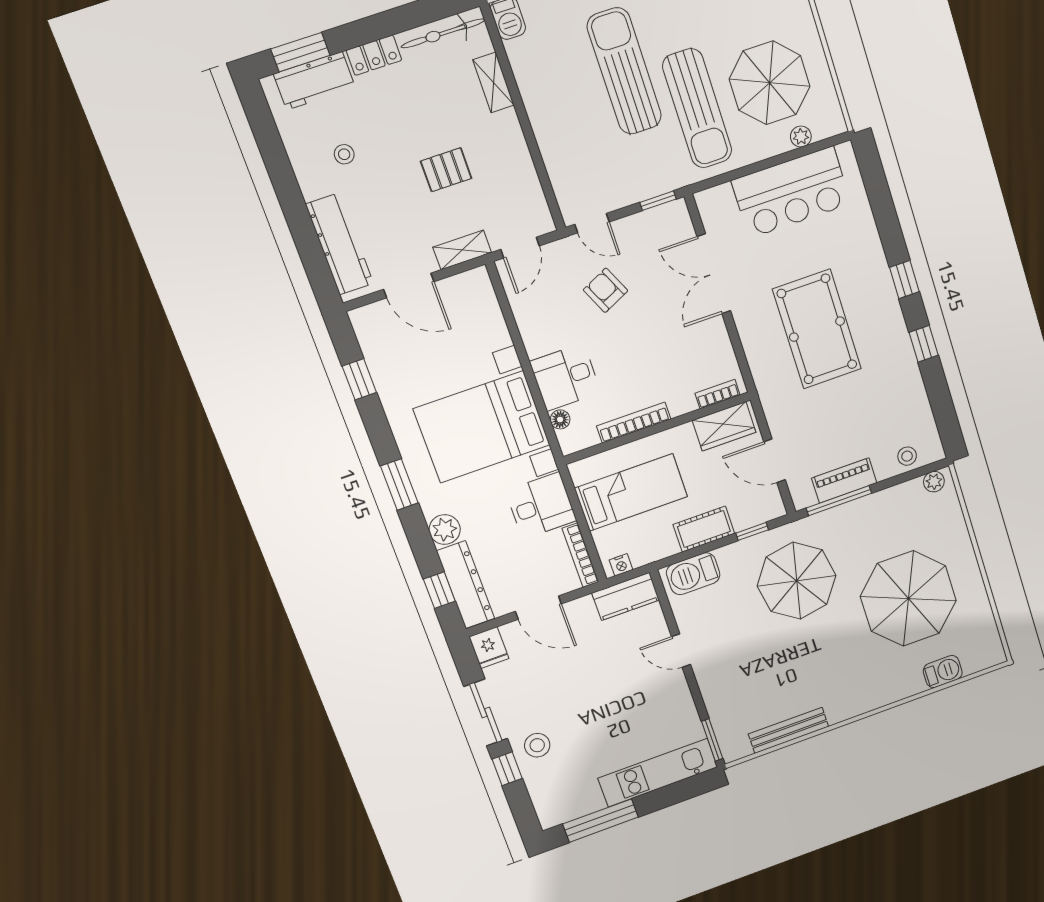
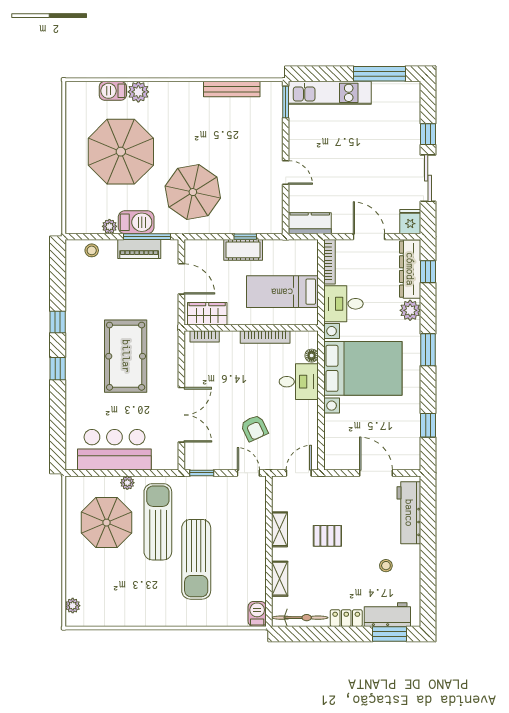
plant: (801, 137) -> (127, 483), moved
shelving: (462, 250) -> (280, 529), moved, turned 90
plant: (934, 482) -> (109, 226), moved
window: (752, 531) -> (245, 237), moved
nightstand: (621, 565) -> (305, 246), removed
barbecue: (693, 574) -> (136, 222), moved
plant: (909, 682) -> (138, 92), added
stool: (537, 745) -> (403, 143), removed

